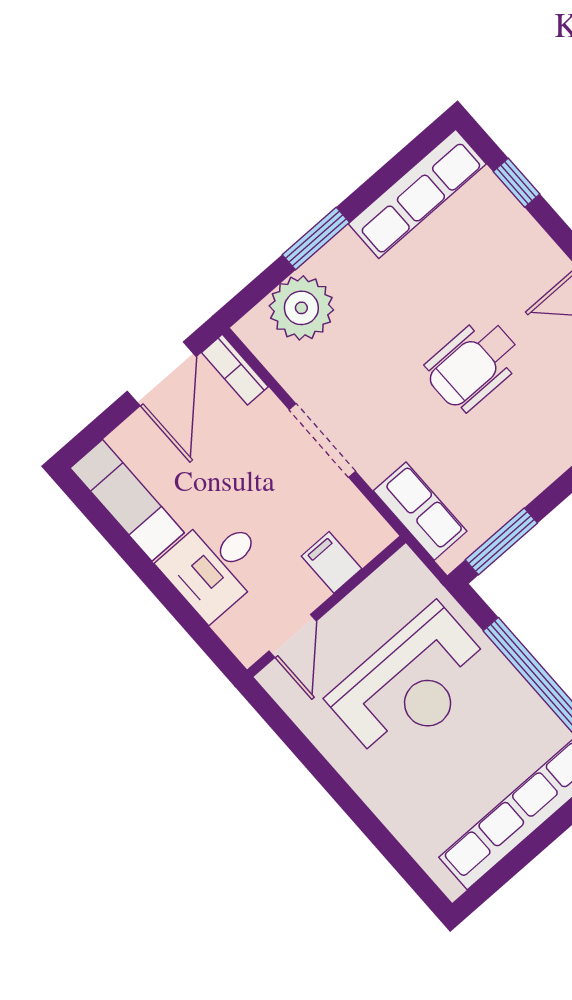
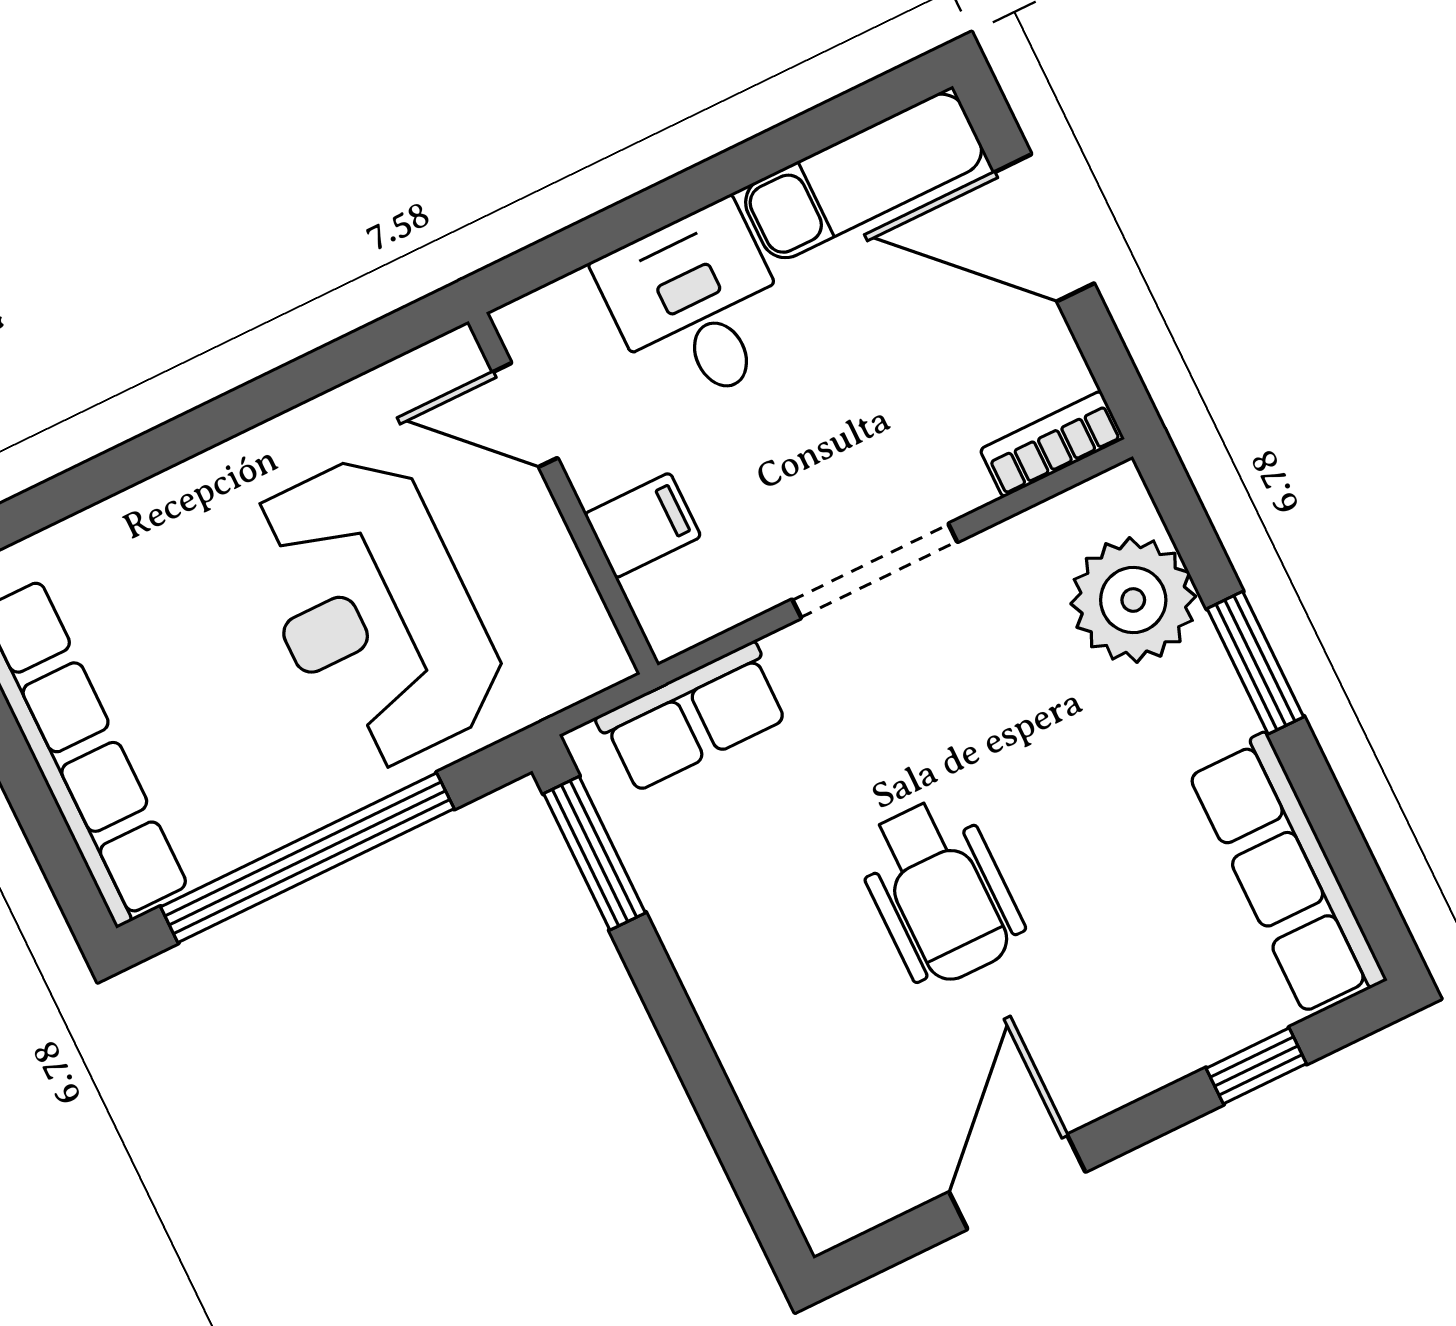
wheelchair: (473, 364) -> (939, 892), turned 180
door: (162, 374) -> (1044, 228), moved

